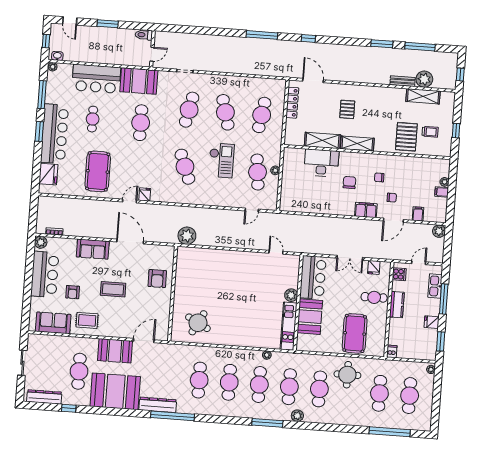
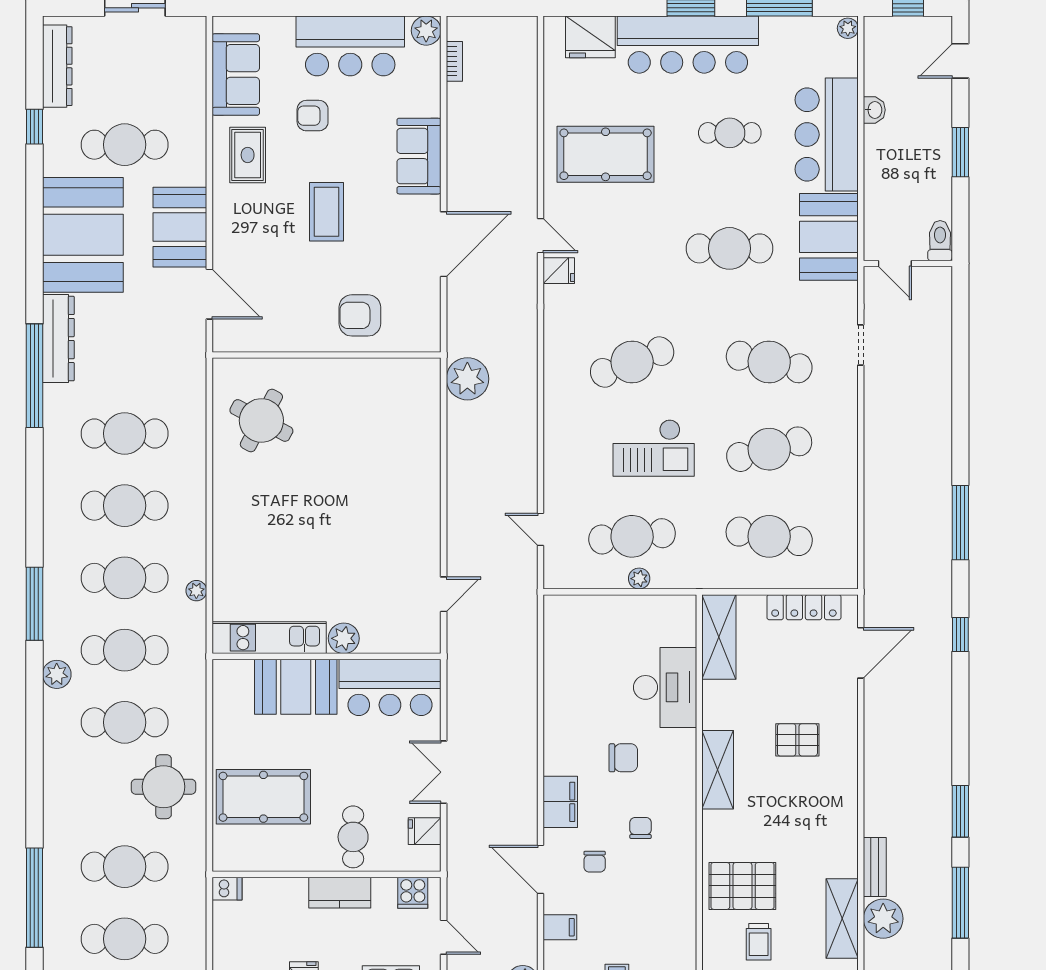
washbasin: (57, 56) -> (874, 110), moved
shelving: (322, 140) -> (719, 637), moved

